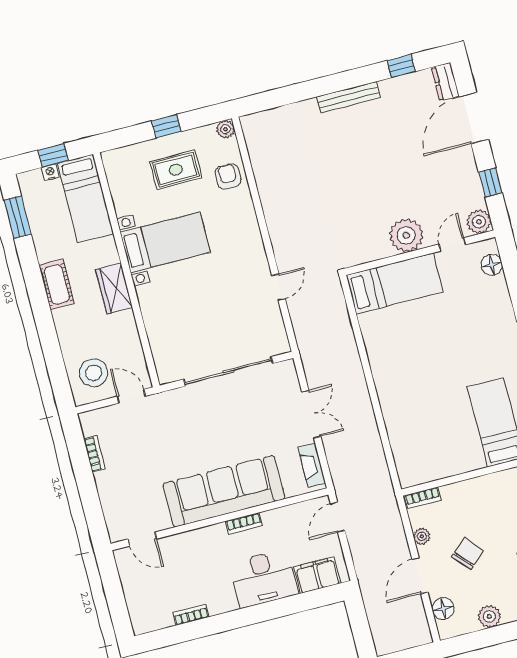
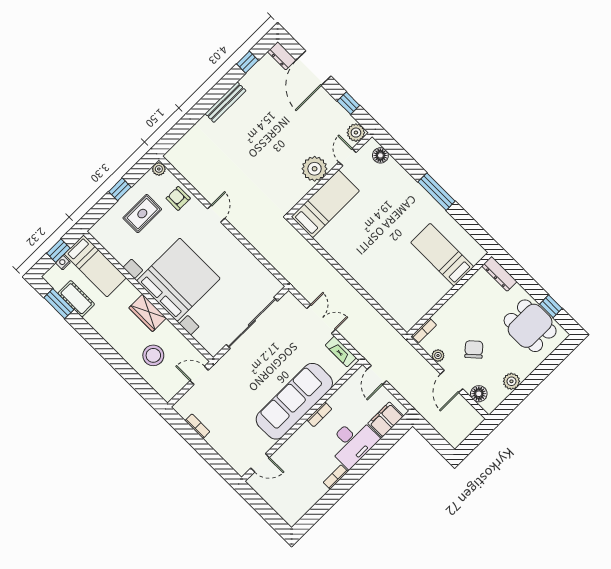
bed with nightstands: (165, 242) -> (178, 280), width x1.85
cot: (57, 284) -> (76, 299), moved
door: (279, 287) -> (216, 214), moved
stool: (94, 373) -> (153, 355), moved
bookcase: (191, 615) -> (336, 477), moved

